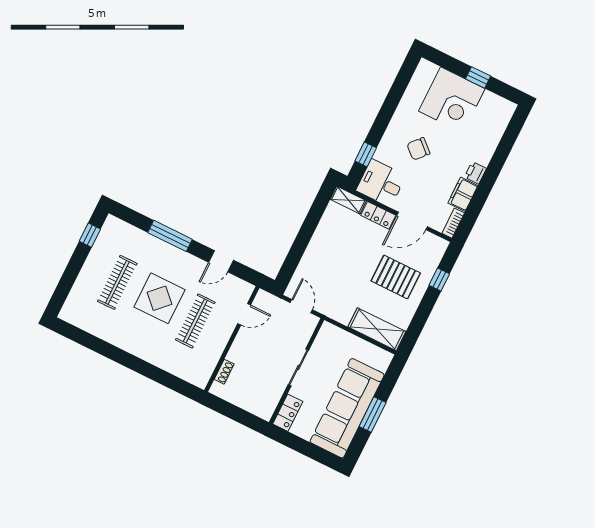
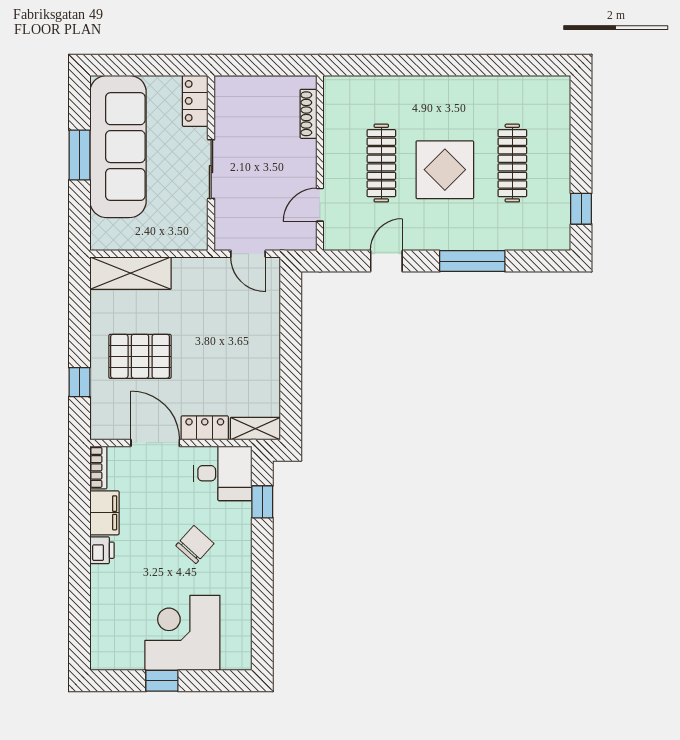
door: (412, 221) -> (155, 443), hinge flipped
shoe rack: (224, 372) -> (308, 114), width x1.43

